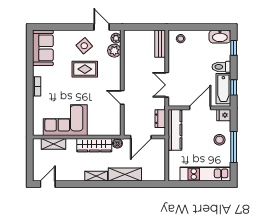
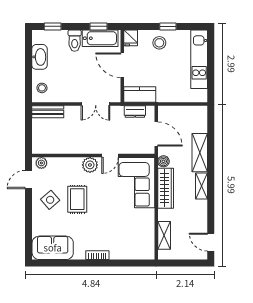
washbasin: (220, 36) -> (39, 57), moved
plant: (114, 51) -> (90, 165), moved
corner sofa: (65, 120) -> (137, 183), moved
kitchen counter: (175, 130) -> (140, 95), width x0.67
window: (234, 147) -> (168, 26), width x0.46

